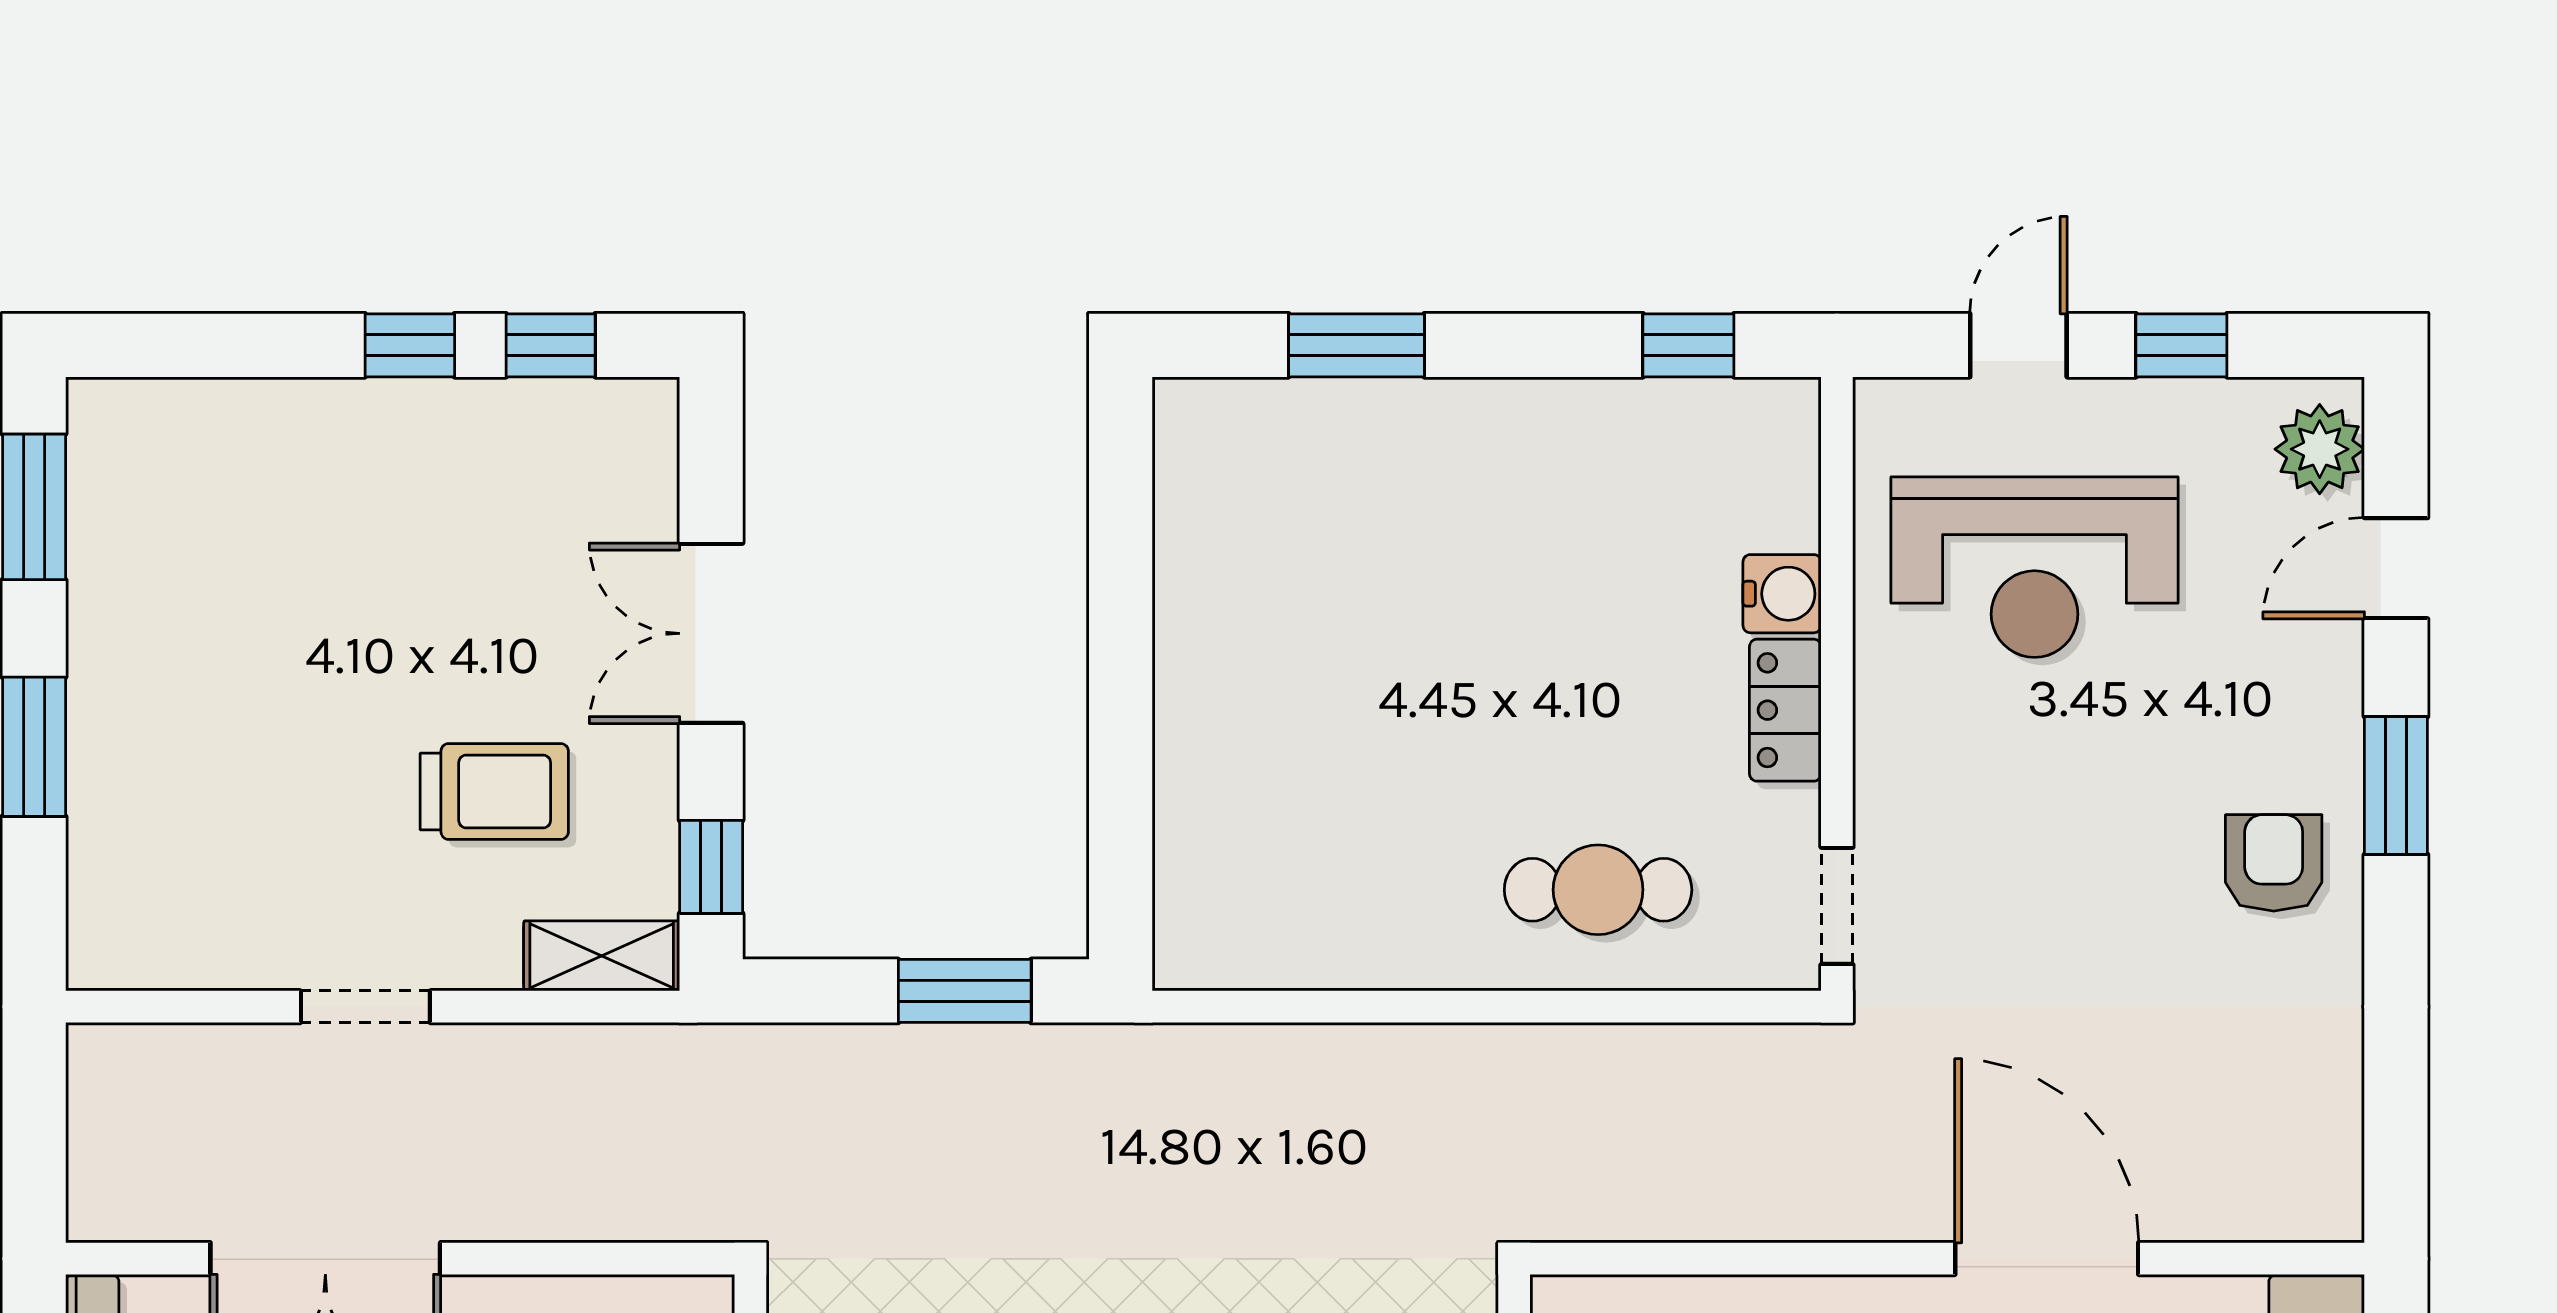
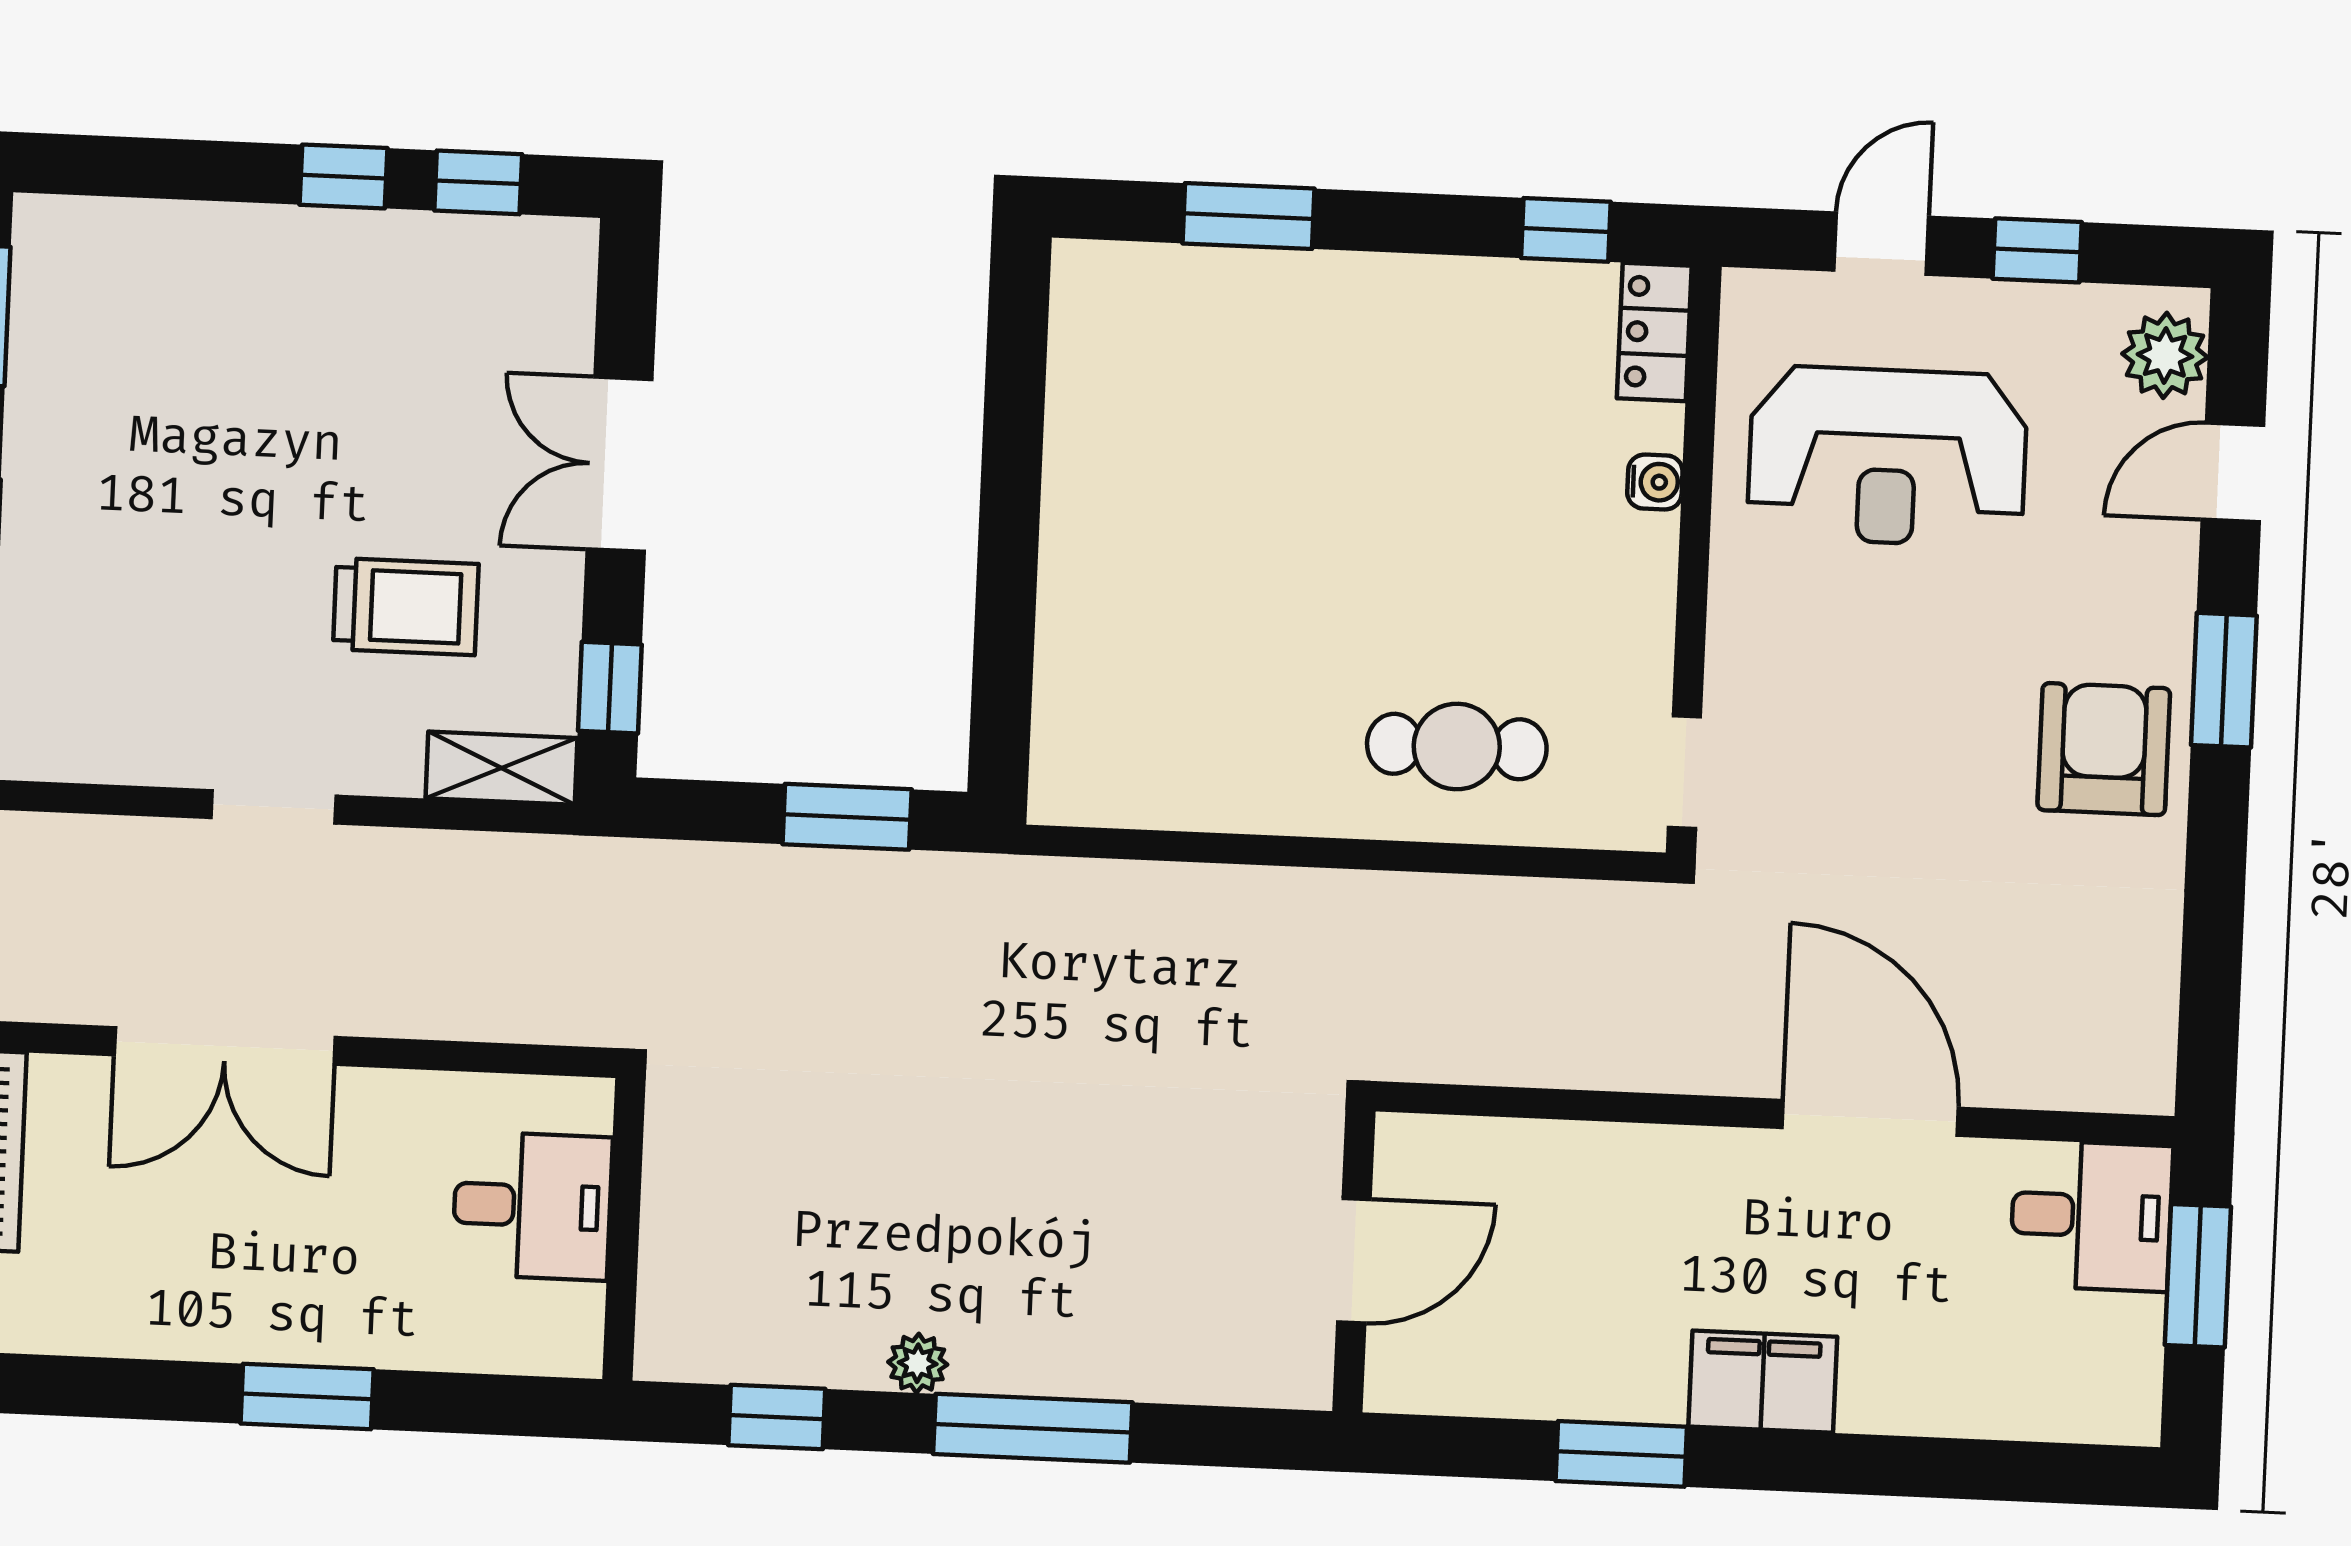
water cooler: (1782, 594) -> (1655, 482), width x0.72, depth x0.72
locker: (1785, 710) -> (1654, 332), moved
armchair: (2274, 863) -> (2104, 749), width x1.38, depth x1.38

